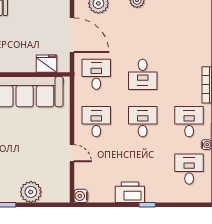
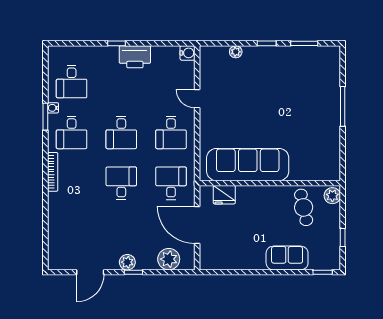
desk: (96, 74) -> (171, 183), turned 180
plant: (31, 192) -> (236, 52), width x0.53, depth x0.53

